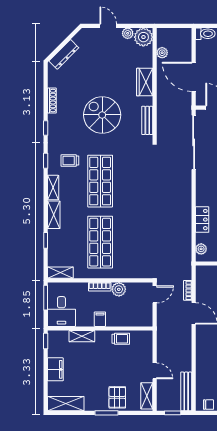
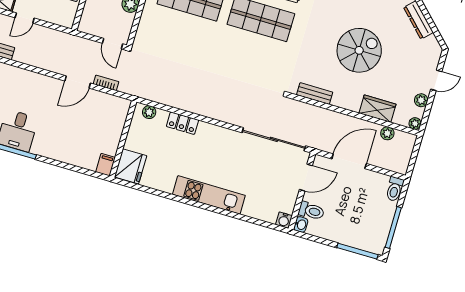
plant: (143, 37) -> (415, 124), width x0.53, depth x0.53
wardrobe: (145, 82) -> (377, 109), moved
spiral stairs: (102, 115) -> (359, 50), moved

